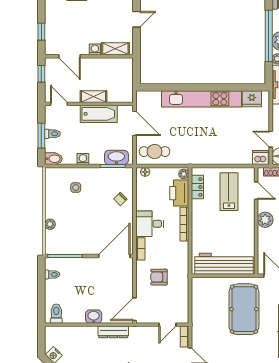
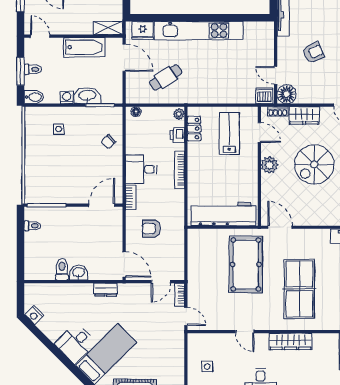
shelving: (94, 97) -> (108, 28), moved
fridge: (252, 99) -> (143, 30), moved
cafe table: (155, 152) -> (166, 77), moved, turned -33
washbasin: (116, 157) -> (87, 96), moved
printer: (179, 193) -> (177, 135), width x0.53, depth x0.68
plant: (50, 224) -> (30, 170), removed
door: (114, 256) -> (102, 205), width x0.73
door: (135, 309) -> (124, 264), swing flipped
toilet: (56, 314) -> (62, 269), moved
dresser: (113, 332) -> (106, 290), width x0.70

